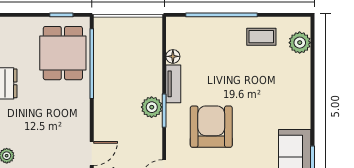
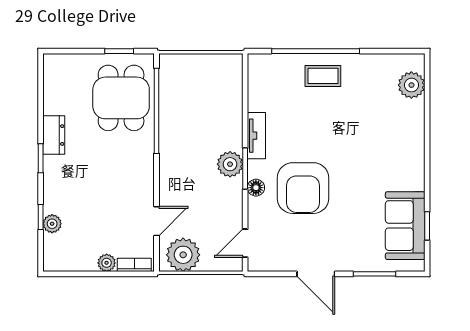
coffee table: (261, 37) -> (323, 76), moved
floor lamp: (173, 56) -> (256, 188), moved
armchair: (211, 127) -> (303, 188), turned 180

